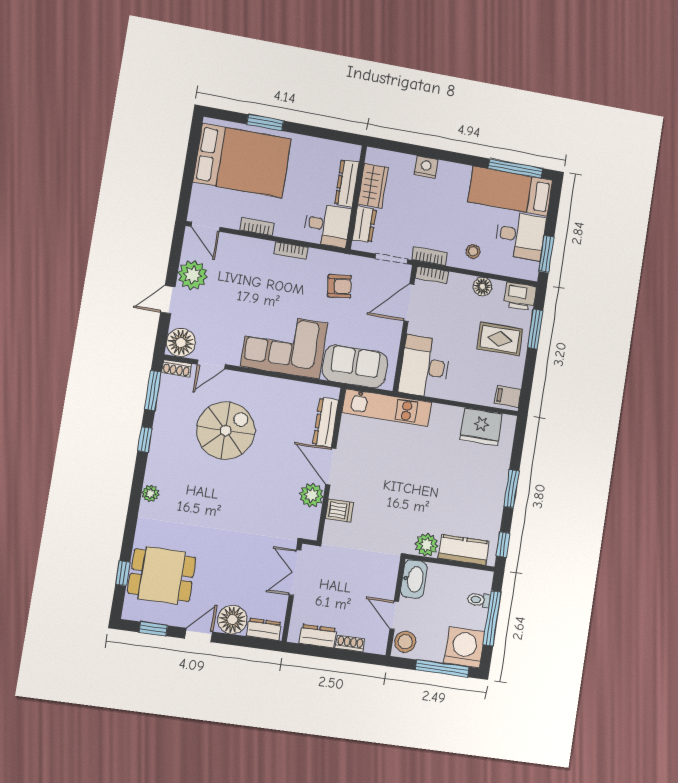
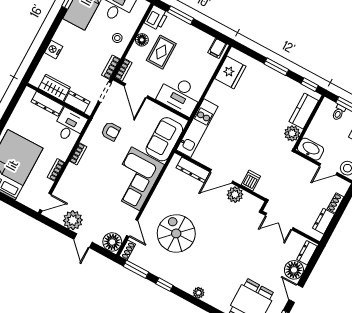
armchair: (339, 286) -> (111, 131), turned 97
rug: (500, 339) -> (161, 52), moved

